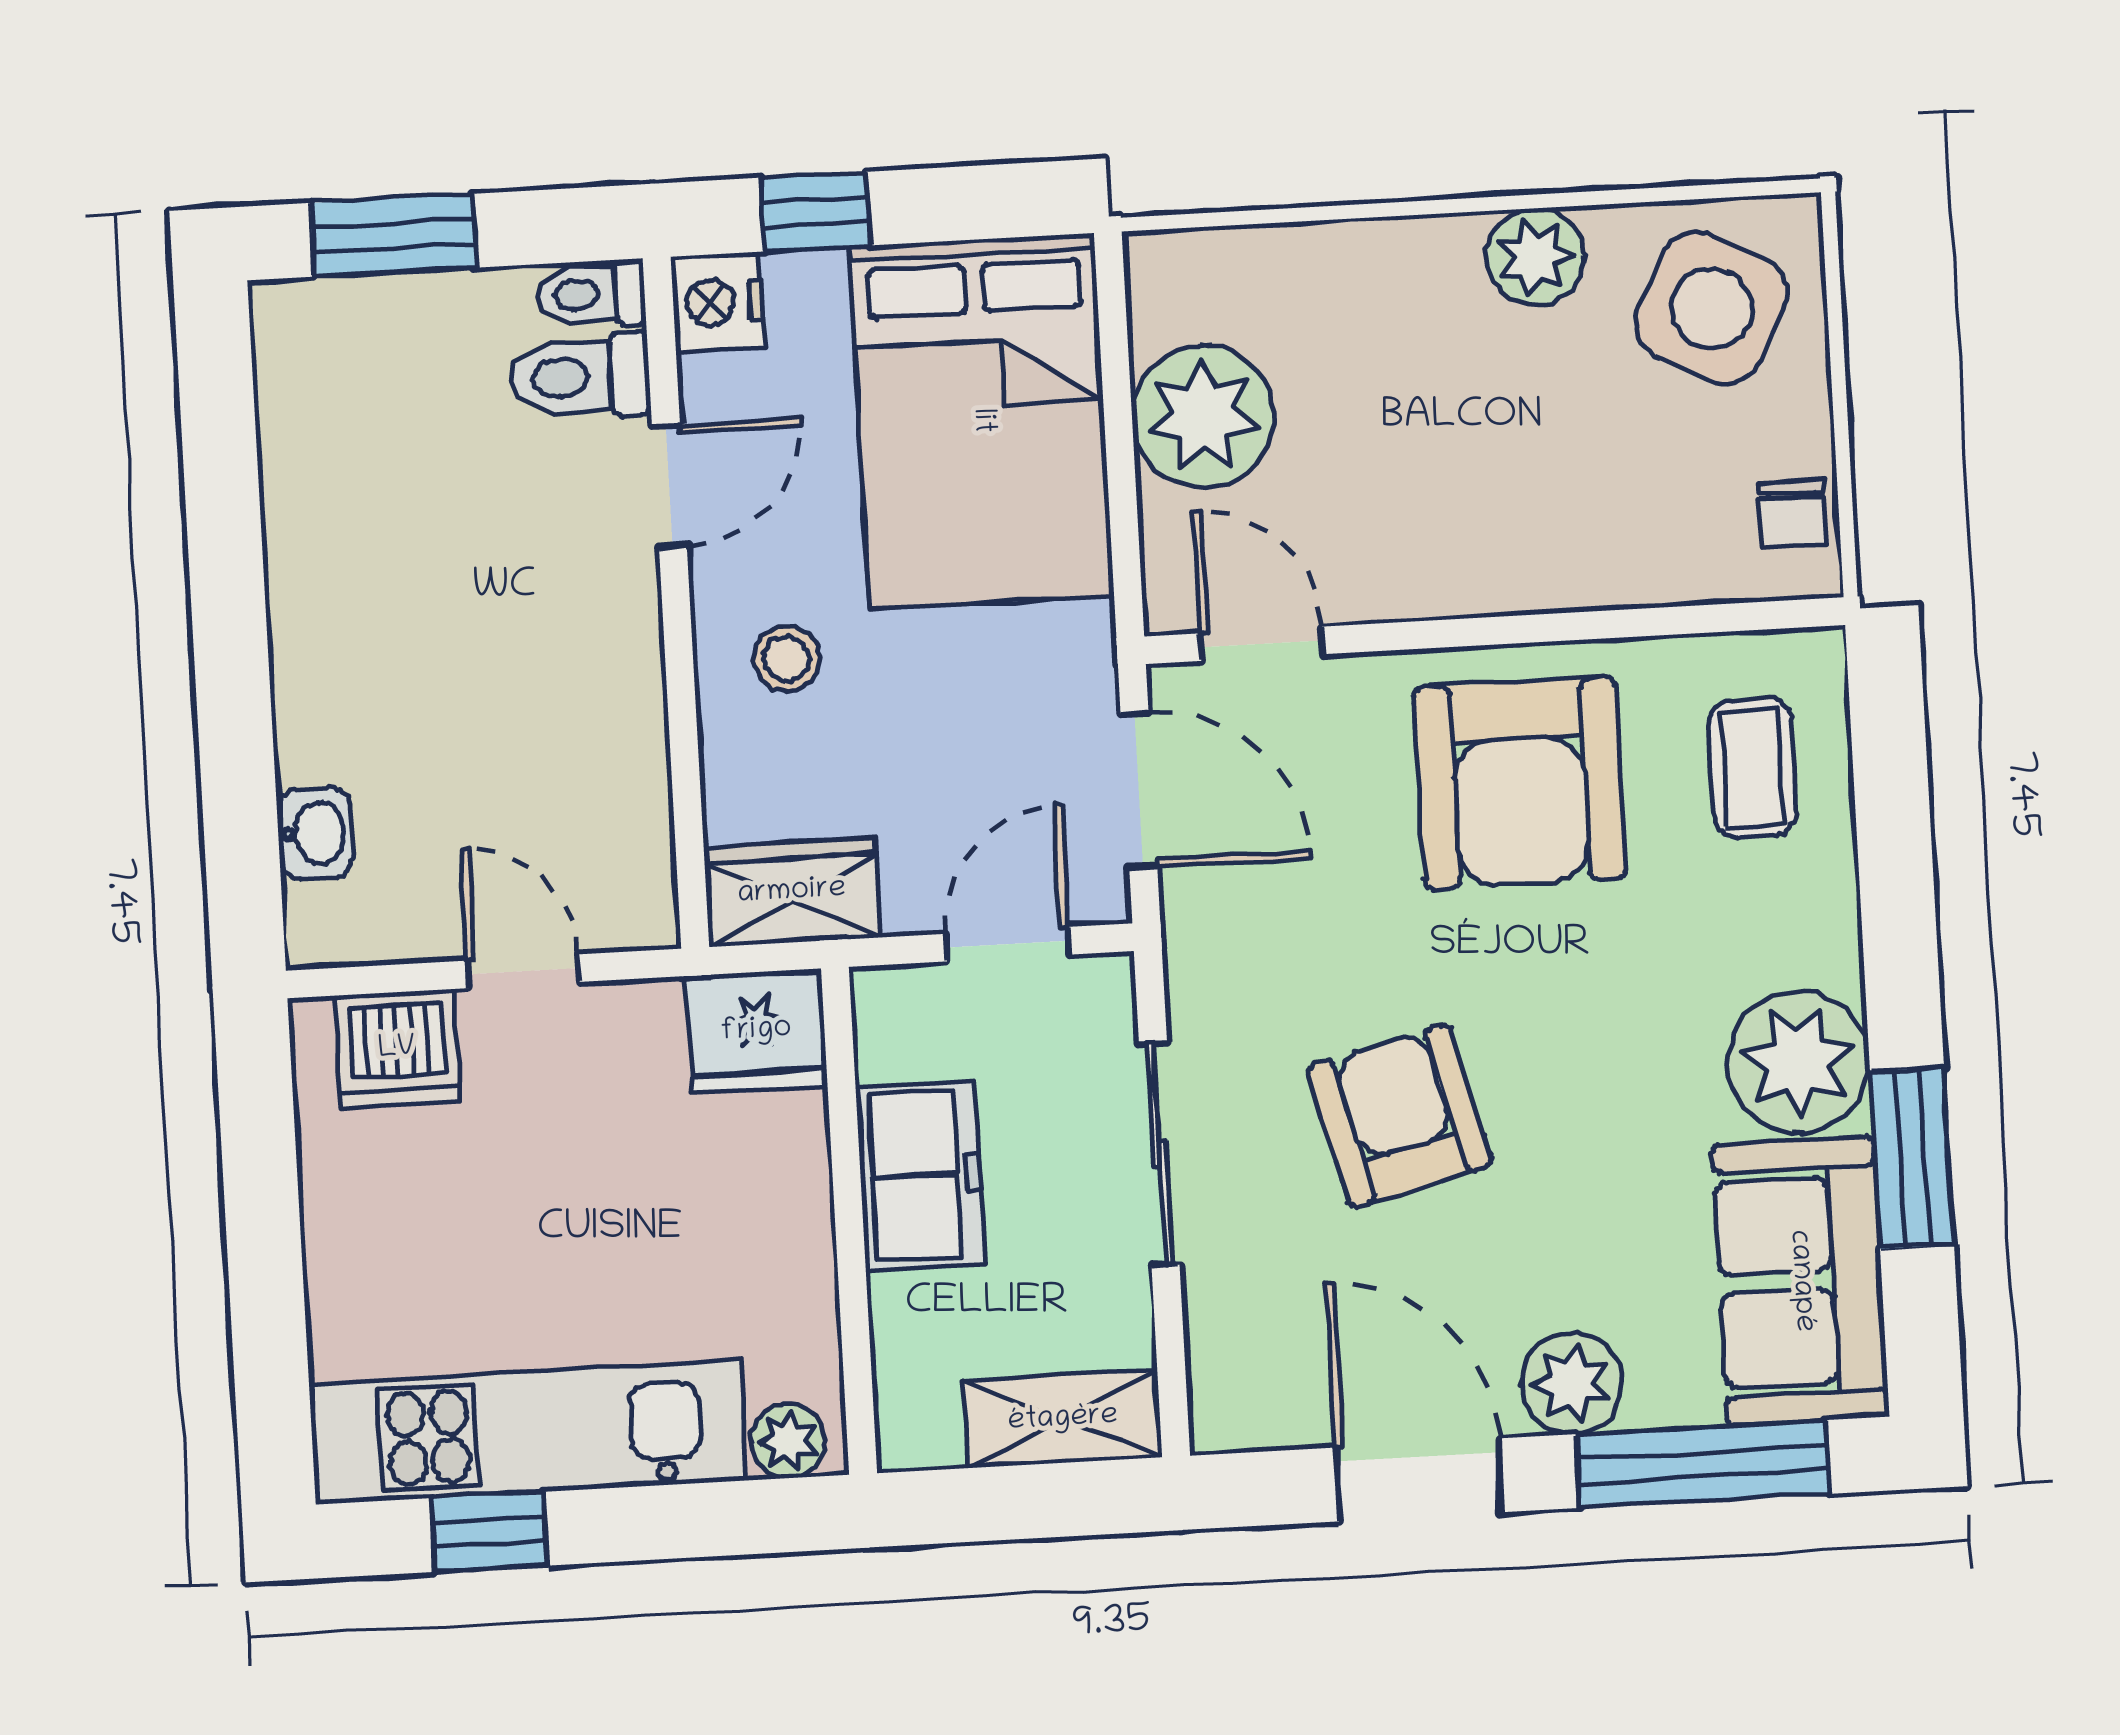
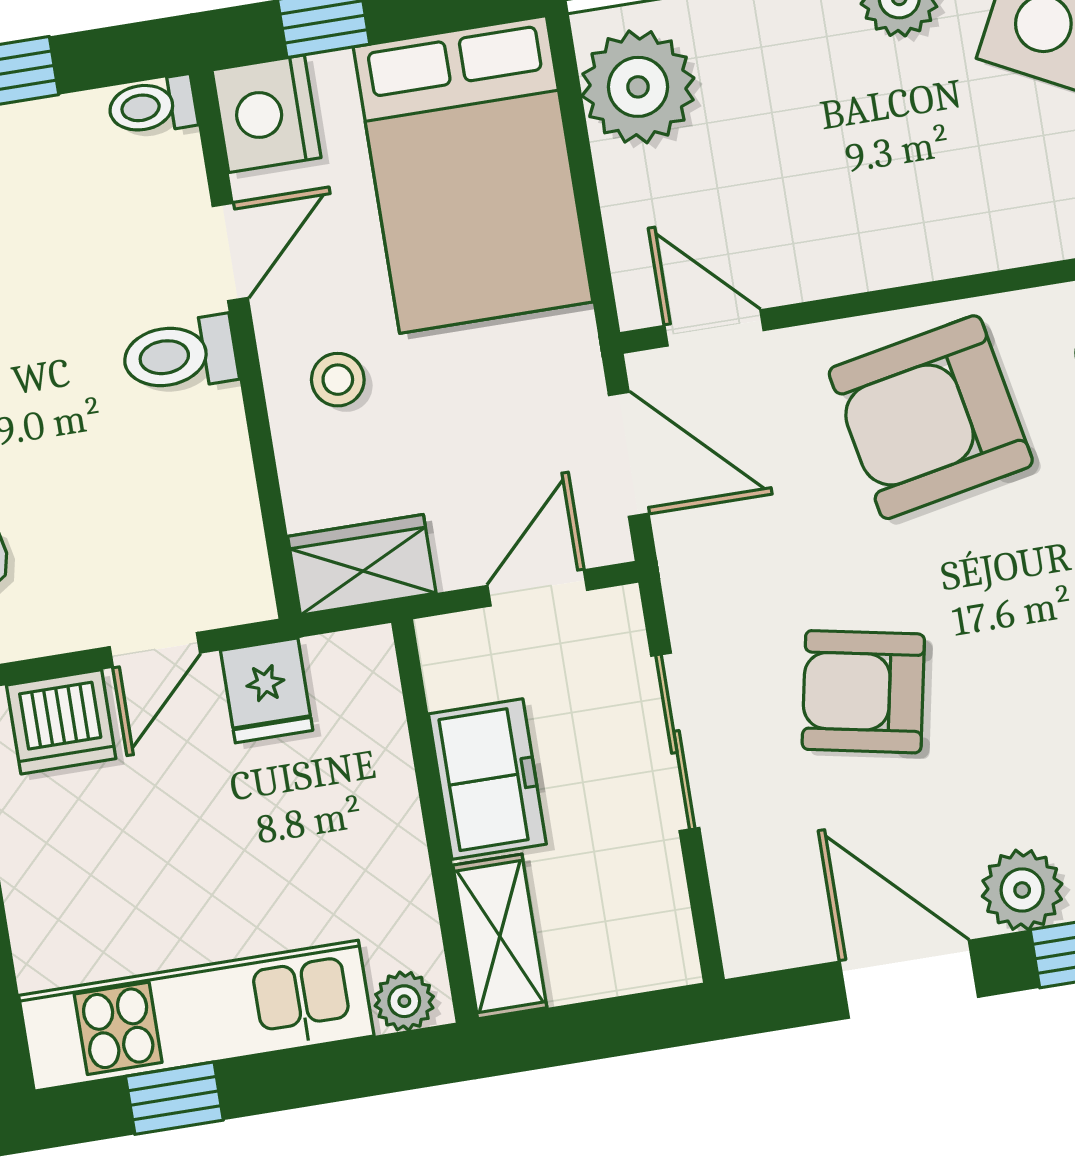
nightstand: (717, 302) -> (266, 114), width x1.36, depth x1.33
toilet: (580, 377) -> (180, 355), moved
plant: (1203, 417) -> (638, 87), moved
armchair: (1520, 783) -> (931, 417), turned 79
door: (523, 971) -> (155, 650), swing flipped
fridge: (756, 1031) -> (267, 690), moved, width x0.72
armchair: (1400, 1116) -> (863, 692), turned -65
shelving: (1063, 1419) -> (500, 936), moved, turned 90

